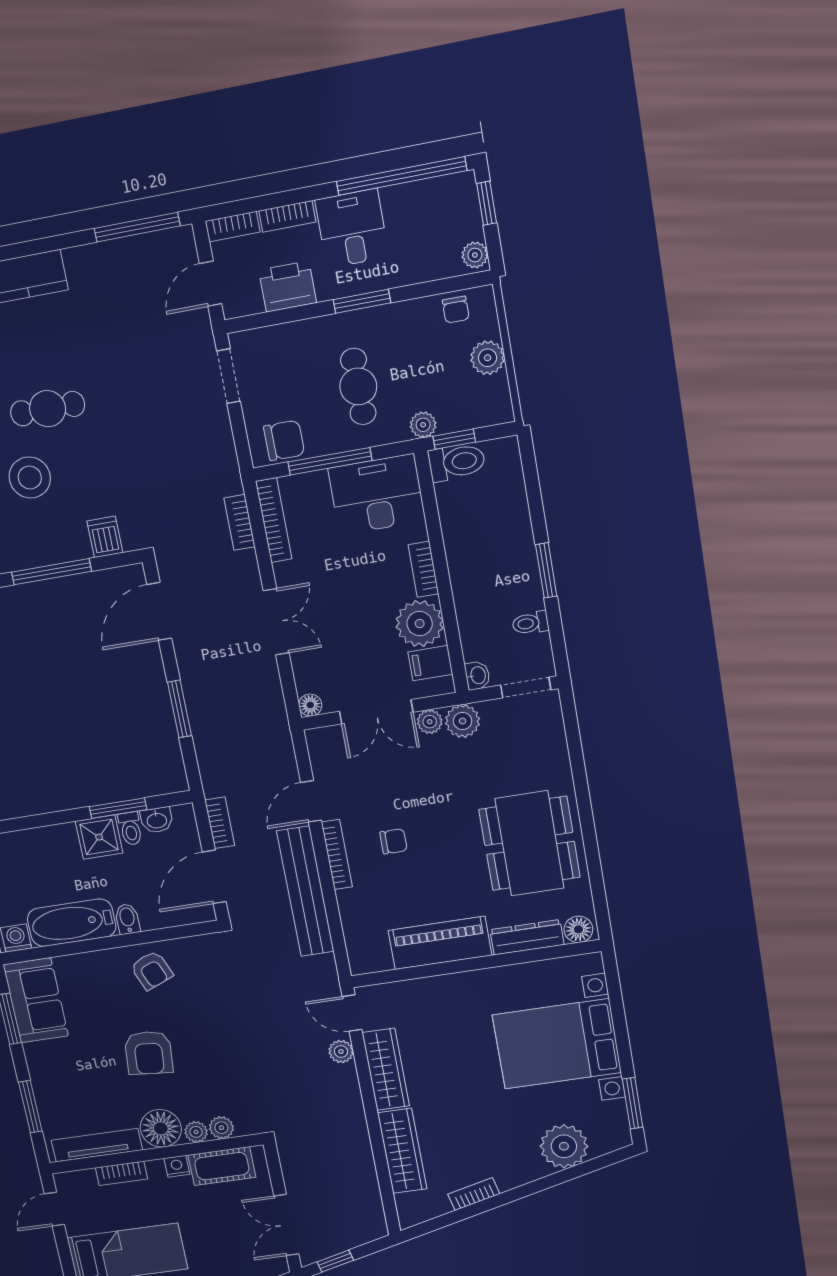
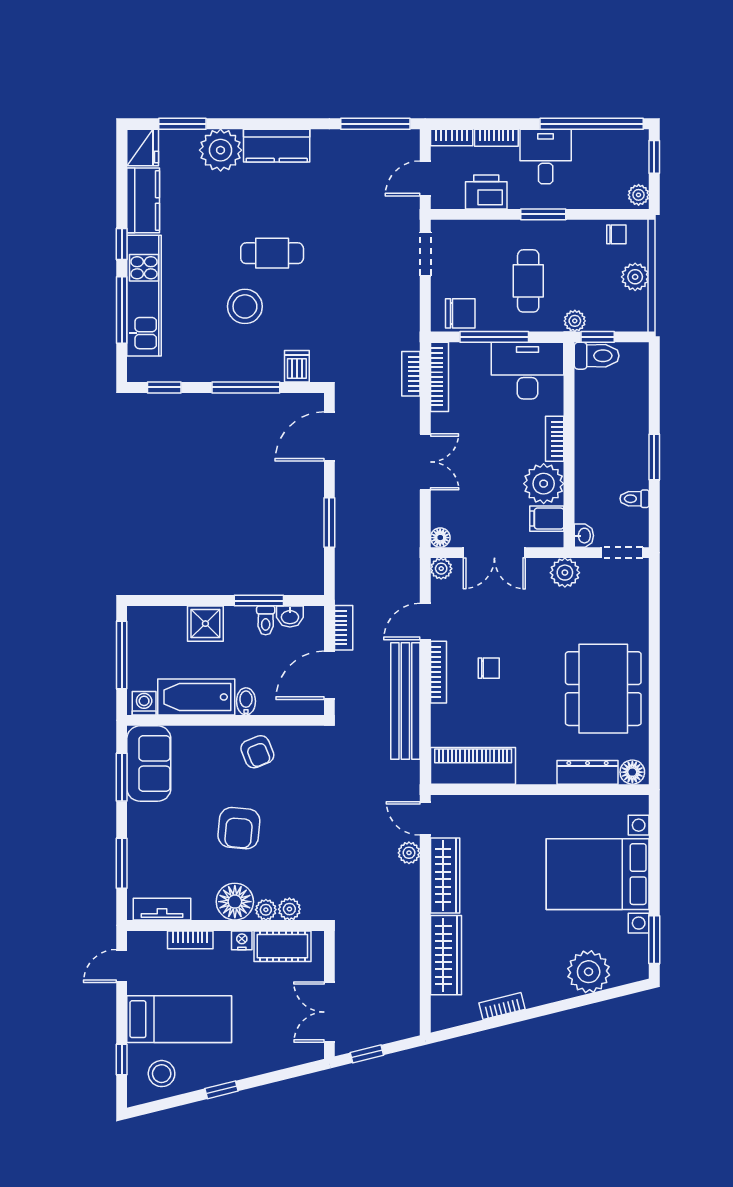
chair: (456, 310) -> (616, 234), turned -90
plant: (430, 722) -> (441, 569), moved
shower: (99, 837) -> (205, 624), moved
piano: (440, 943) -> (473, 766), moved
tv unit: (97, 1145) -> (162, 909), width x0.71

